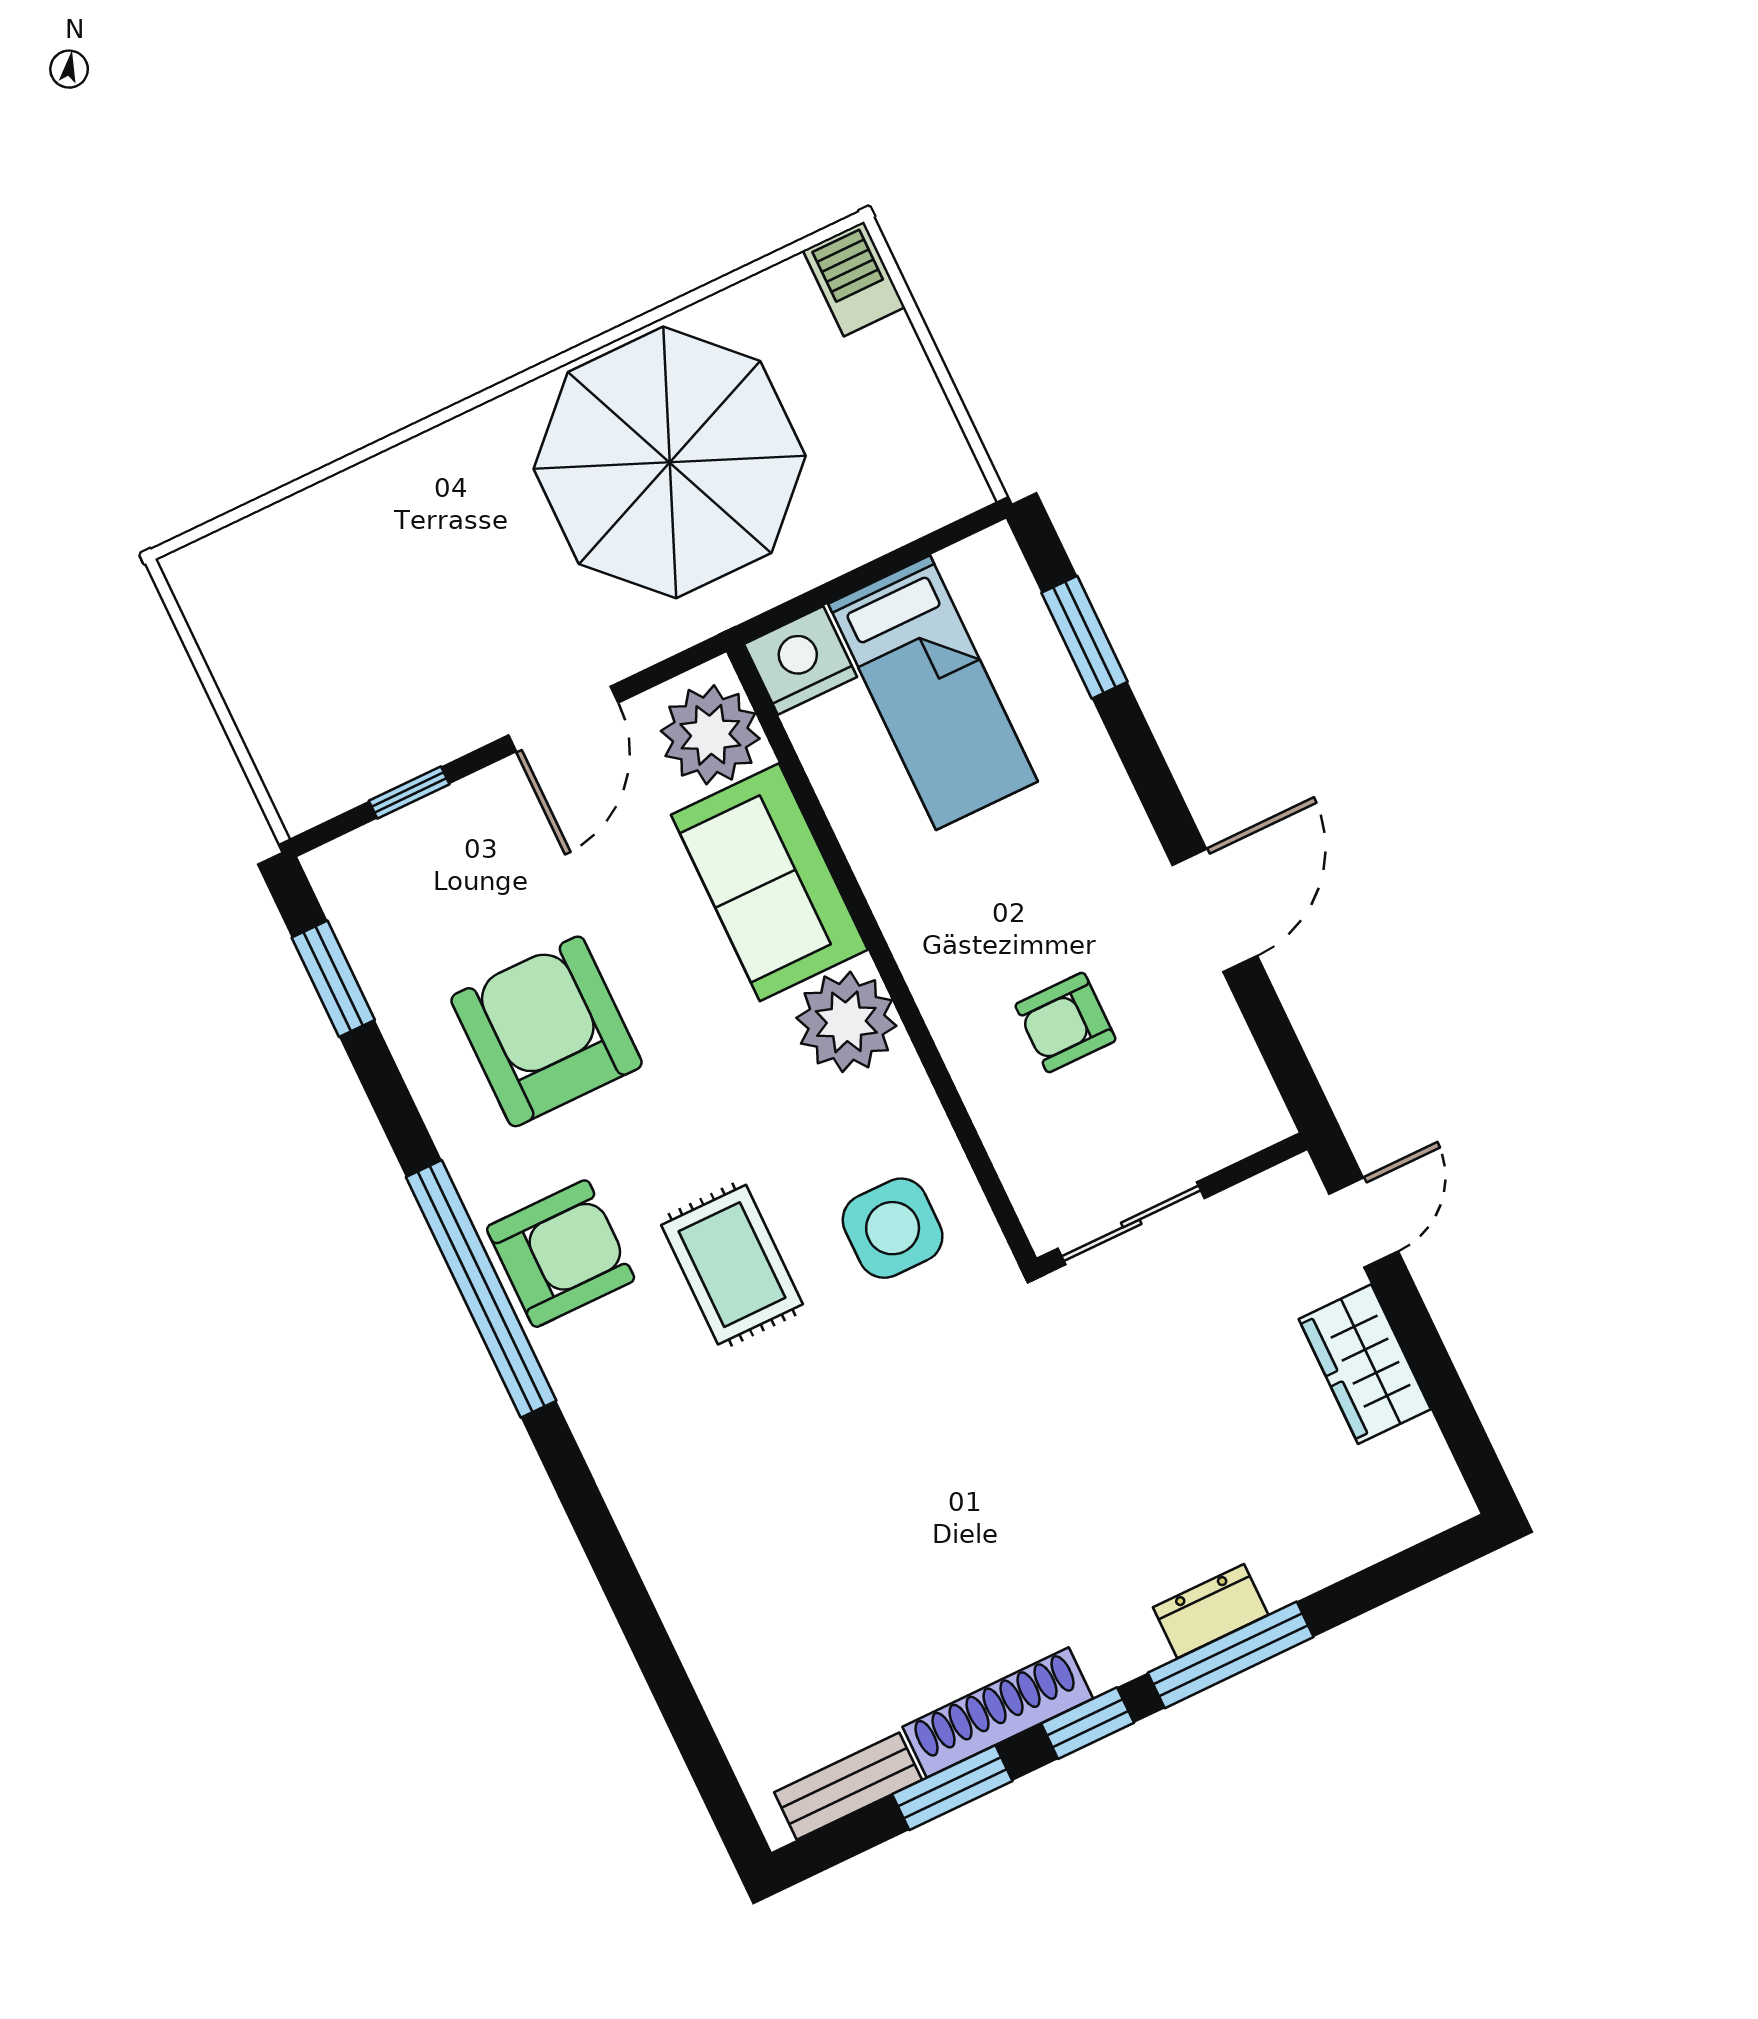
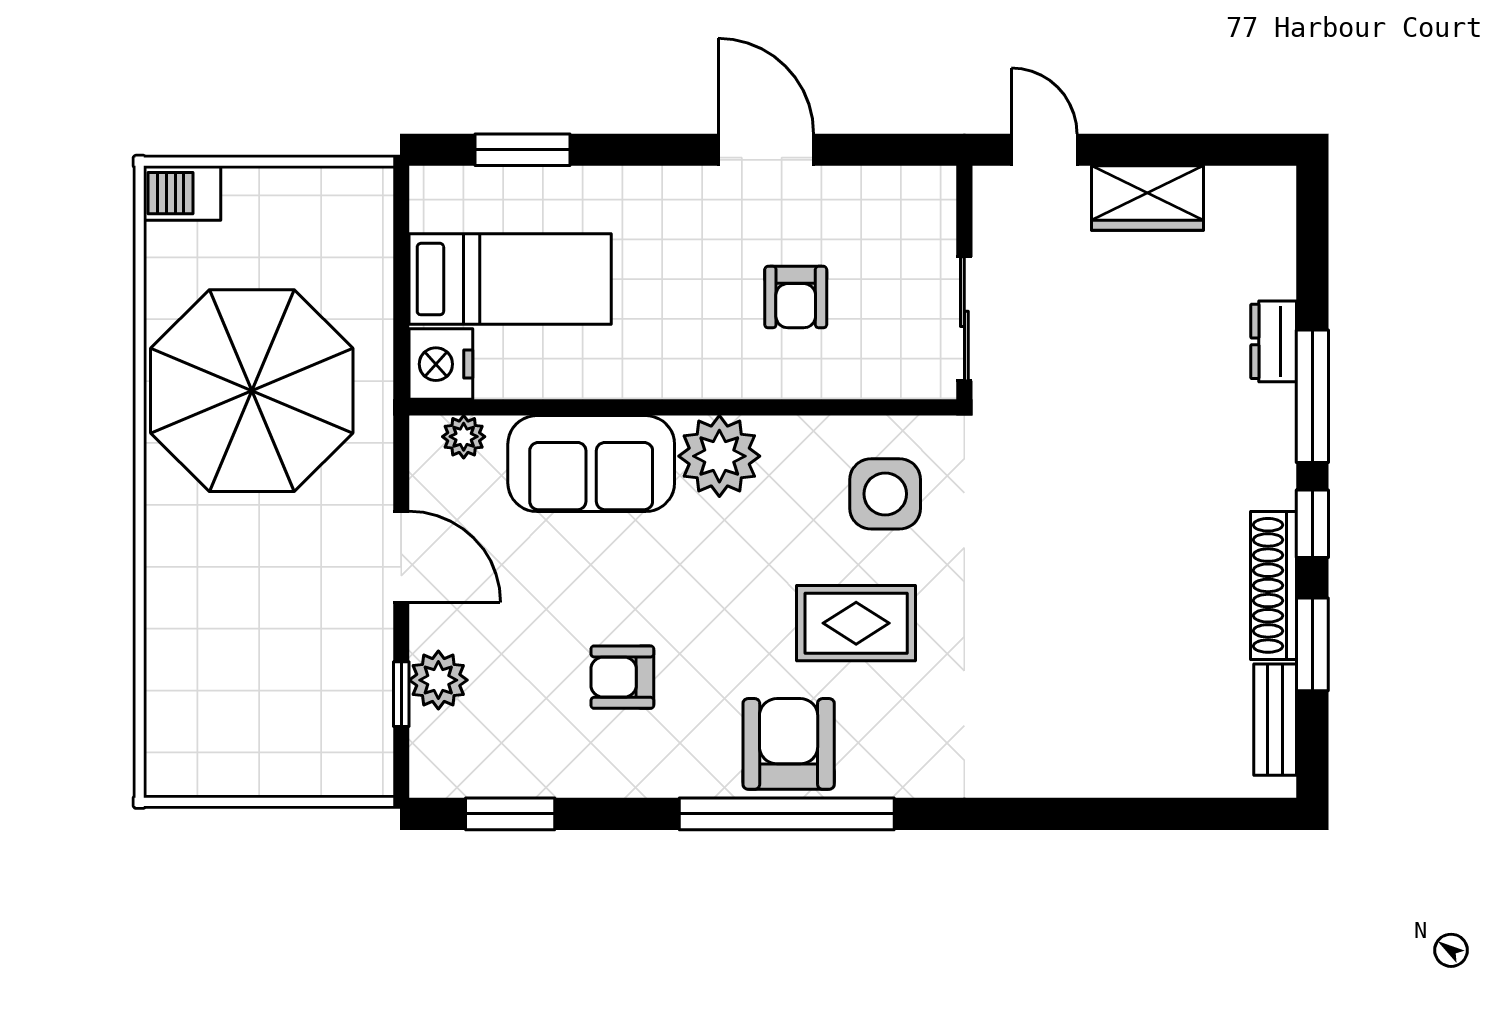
plant: (710, 735) -> (464, 437), width x0.53, depth x0.53
plant: (445, 826) -> (438, 680), added
armchair: (547, 1031) -> (622, 677), width x0.53, depth x0.53
dresser: (1211, 1611) -> (1274, 341), moved

